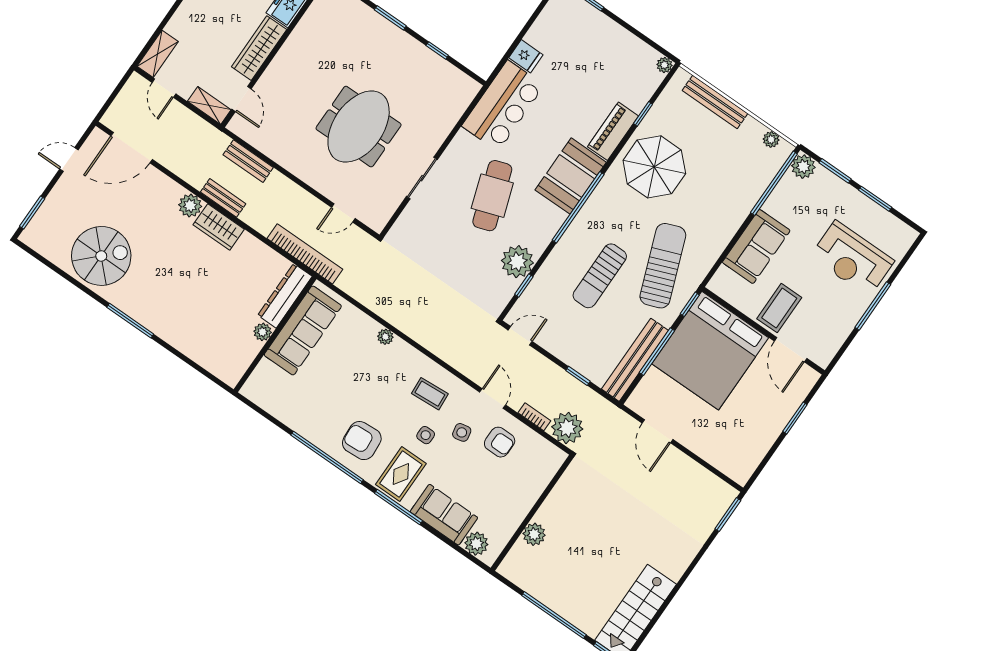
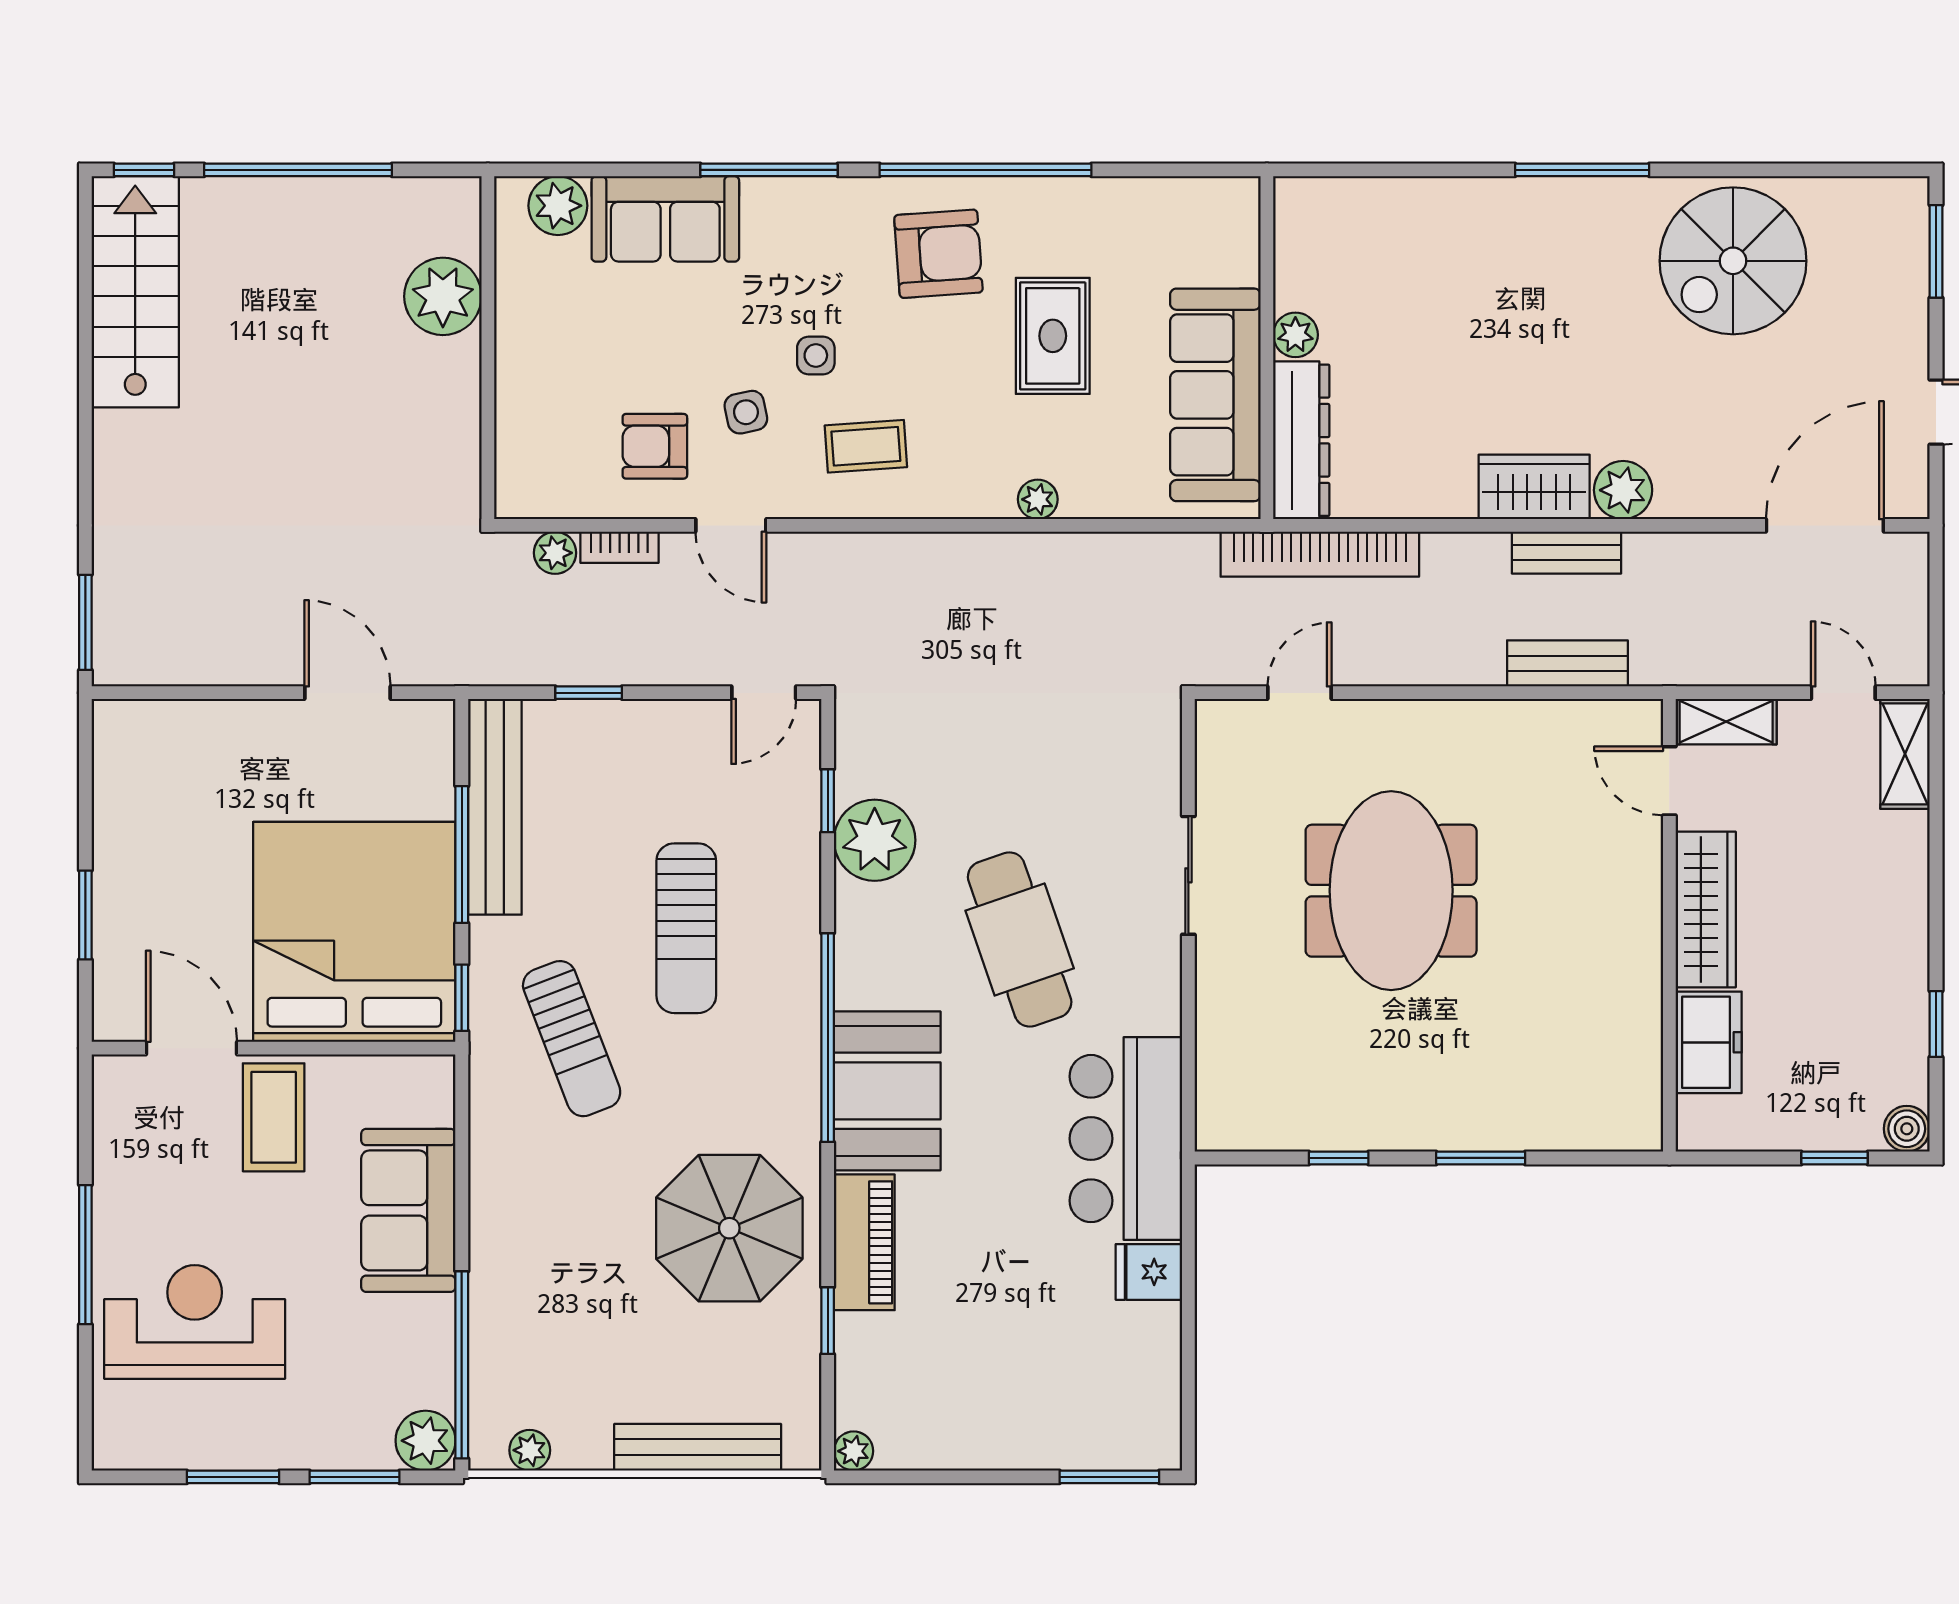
sun lounger: (663, 266) -> (572, 1039), width x0.73, depth x0.75
sun lounger: (600, 276) -> (686, 928), turned 180
plant: (567, 428) -> (555, 553), width x0.53, depth x0.53
rug: (401, 474) -> (1053, 336), moved
plant: (534, 534) -> (443, 296), width x1.36, depth x1.36

